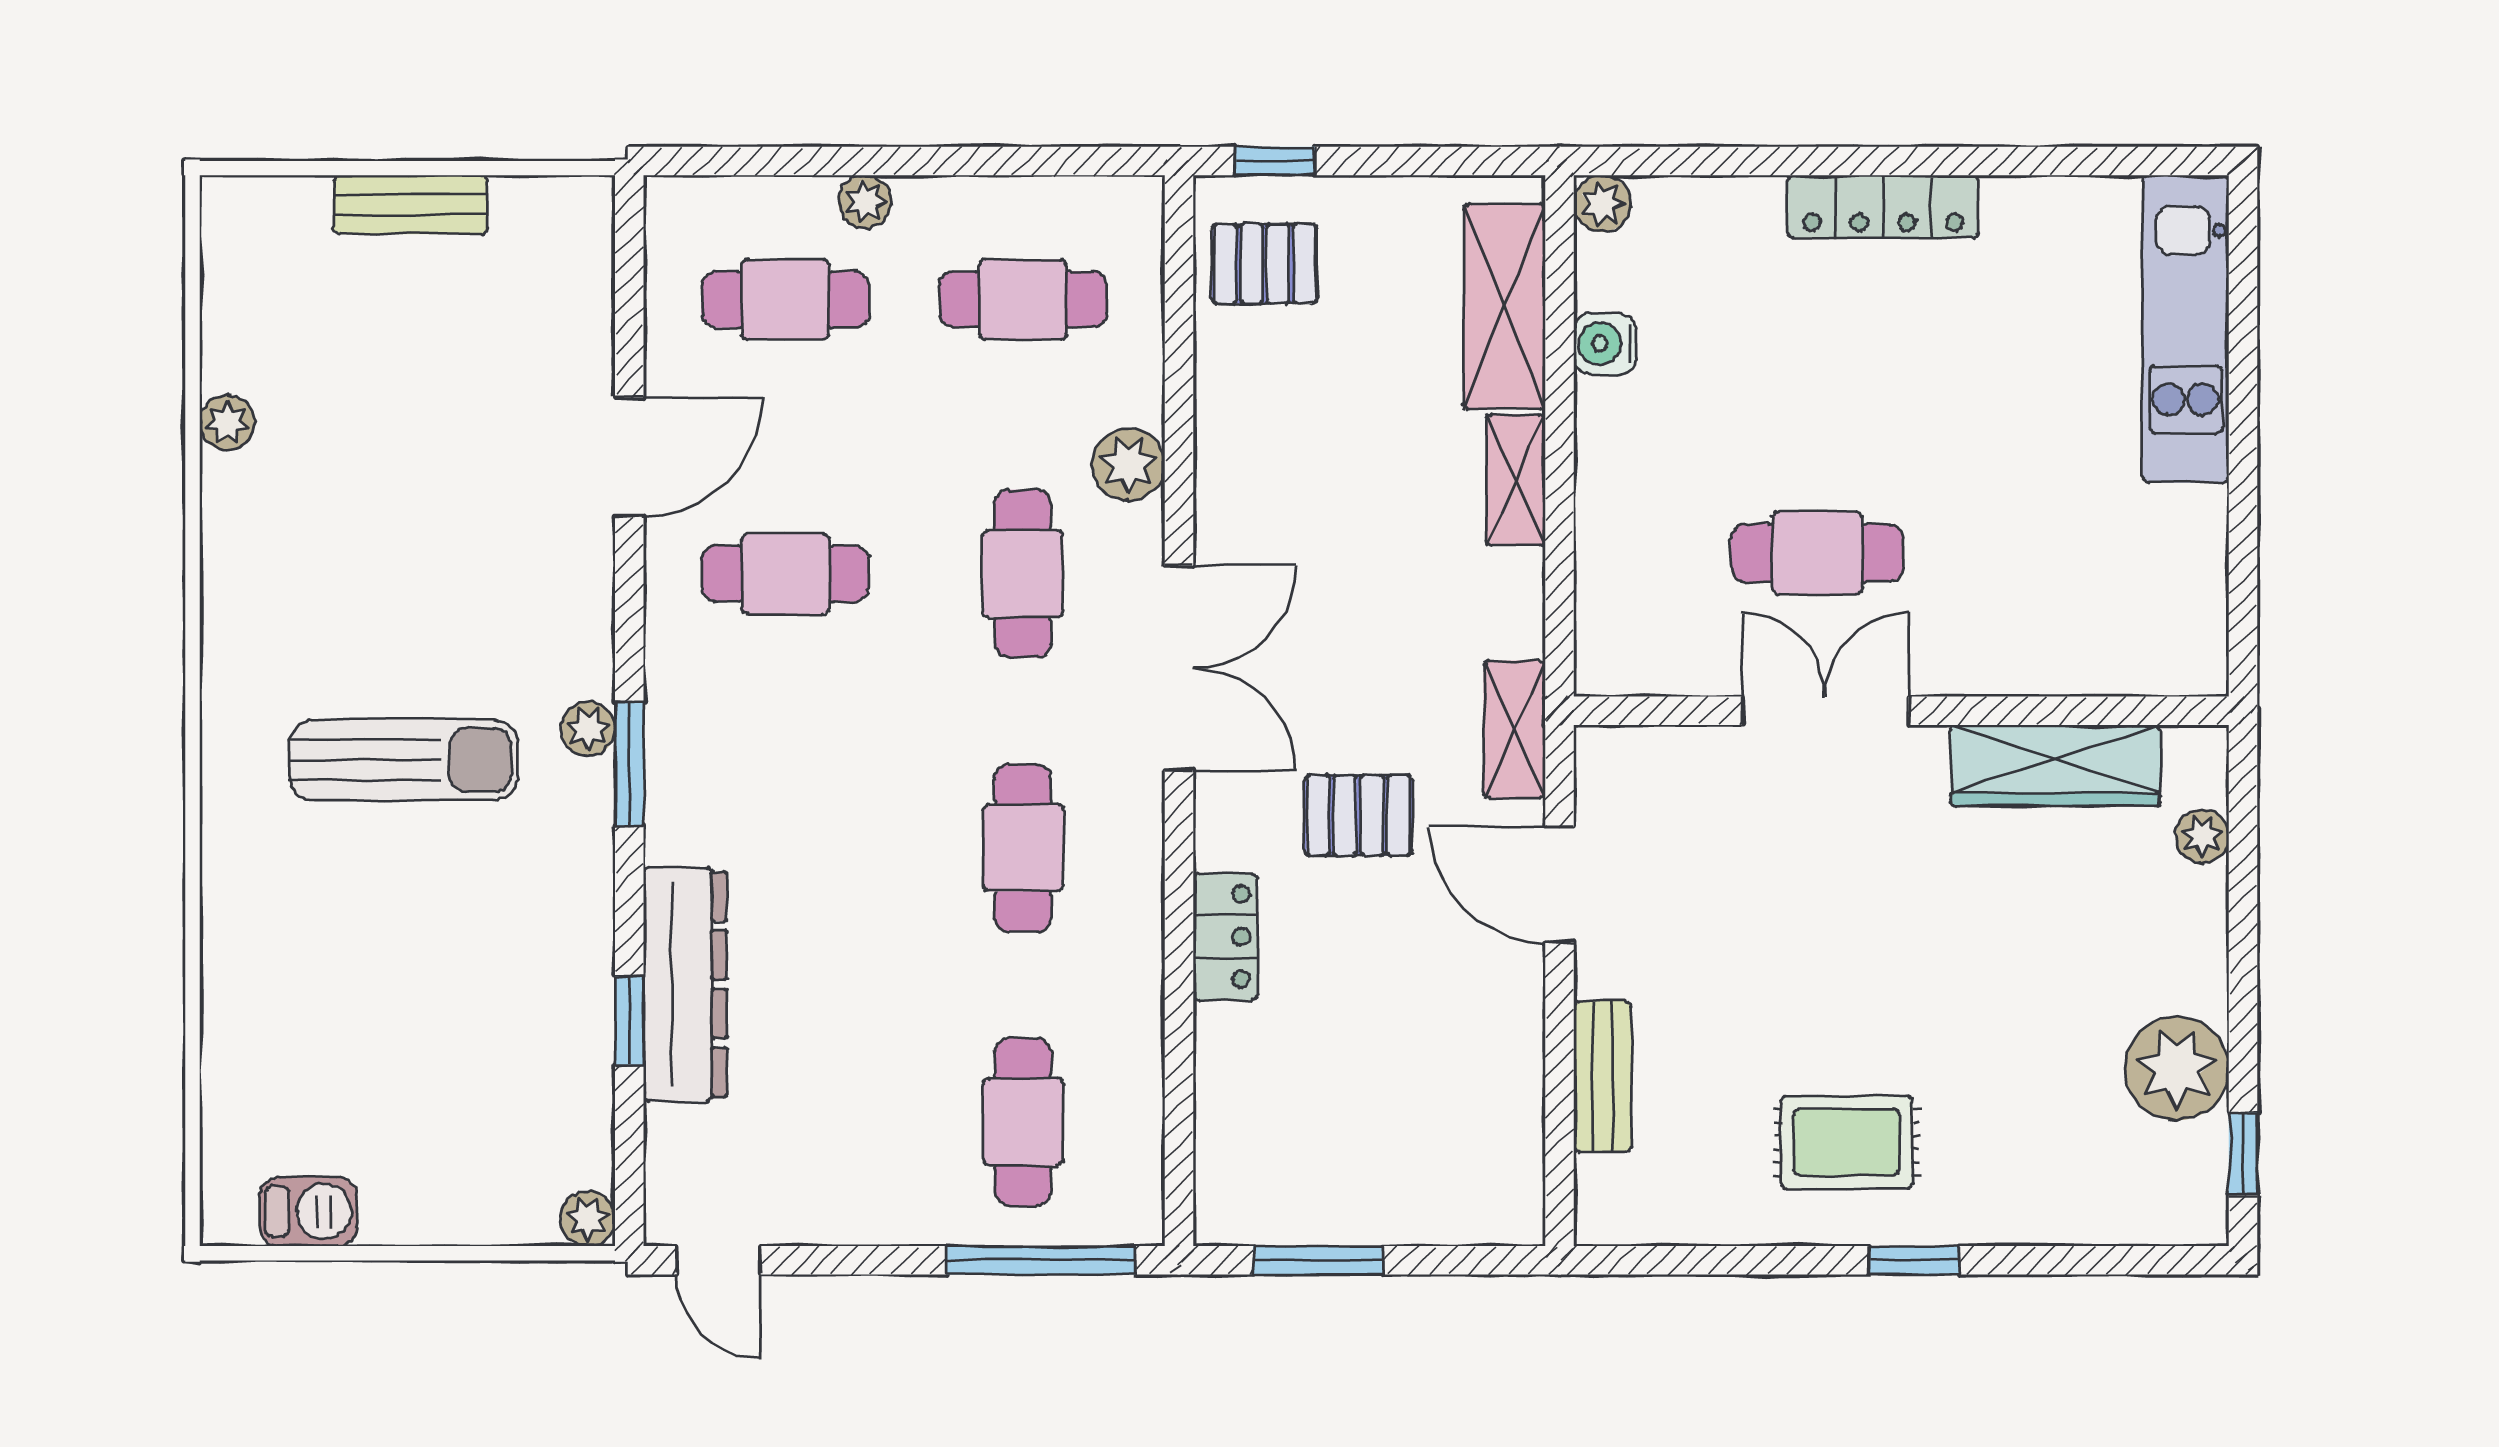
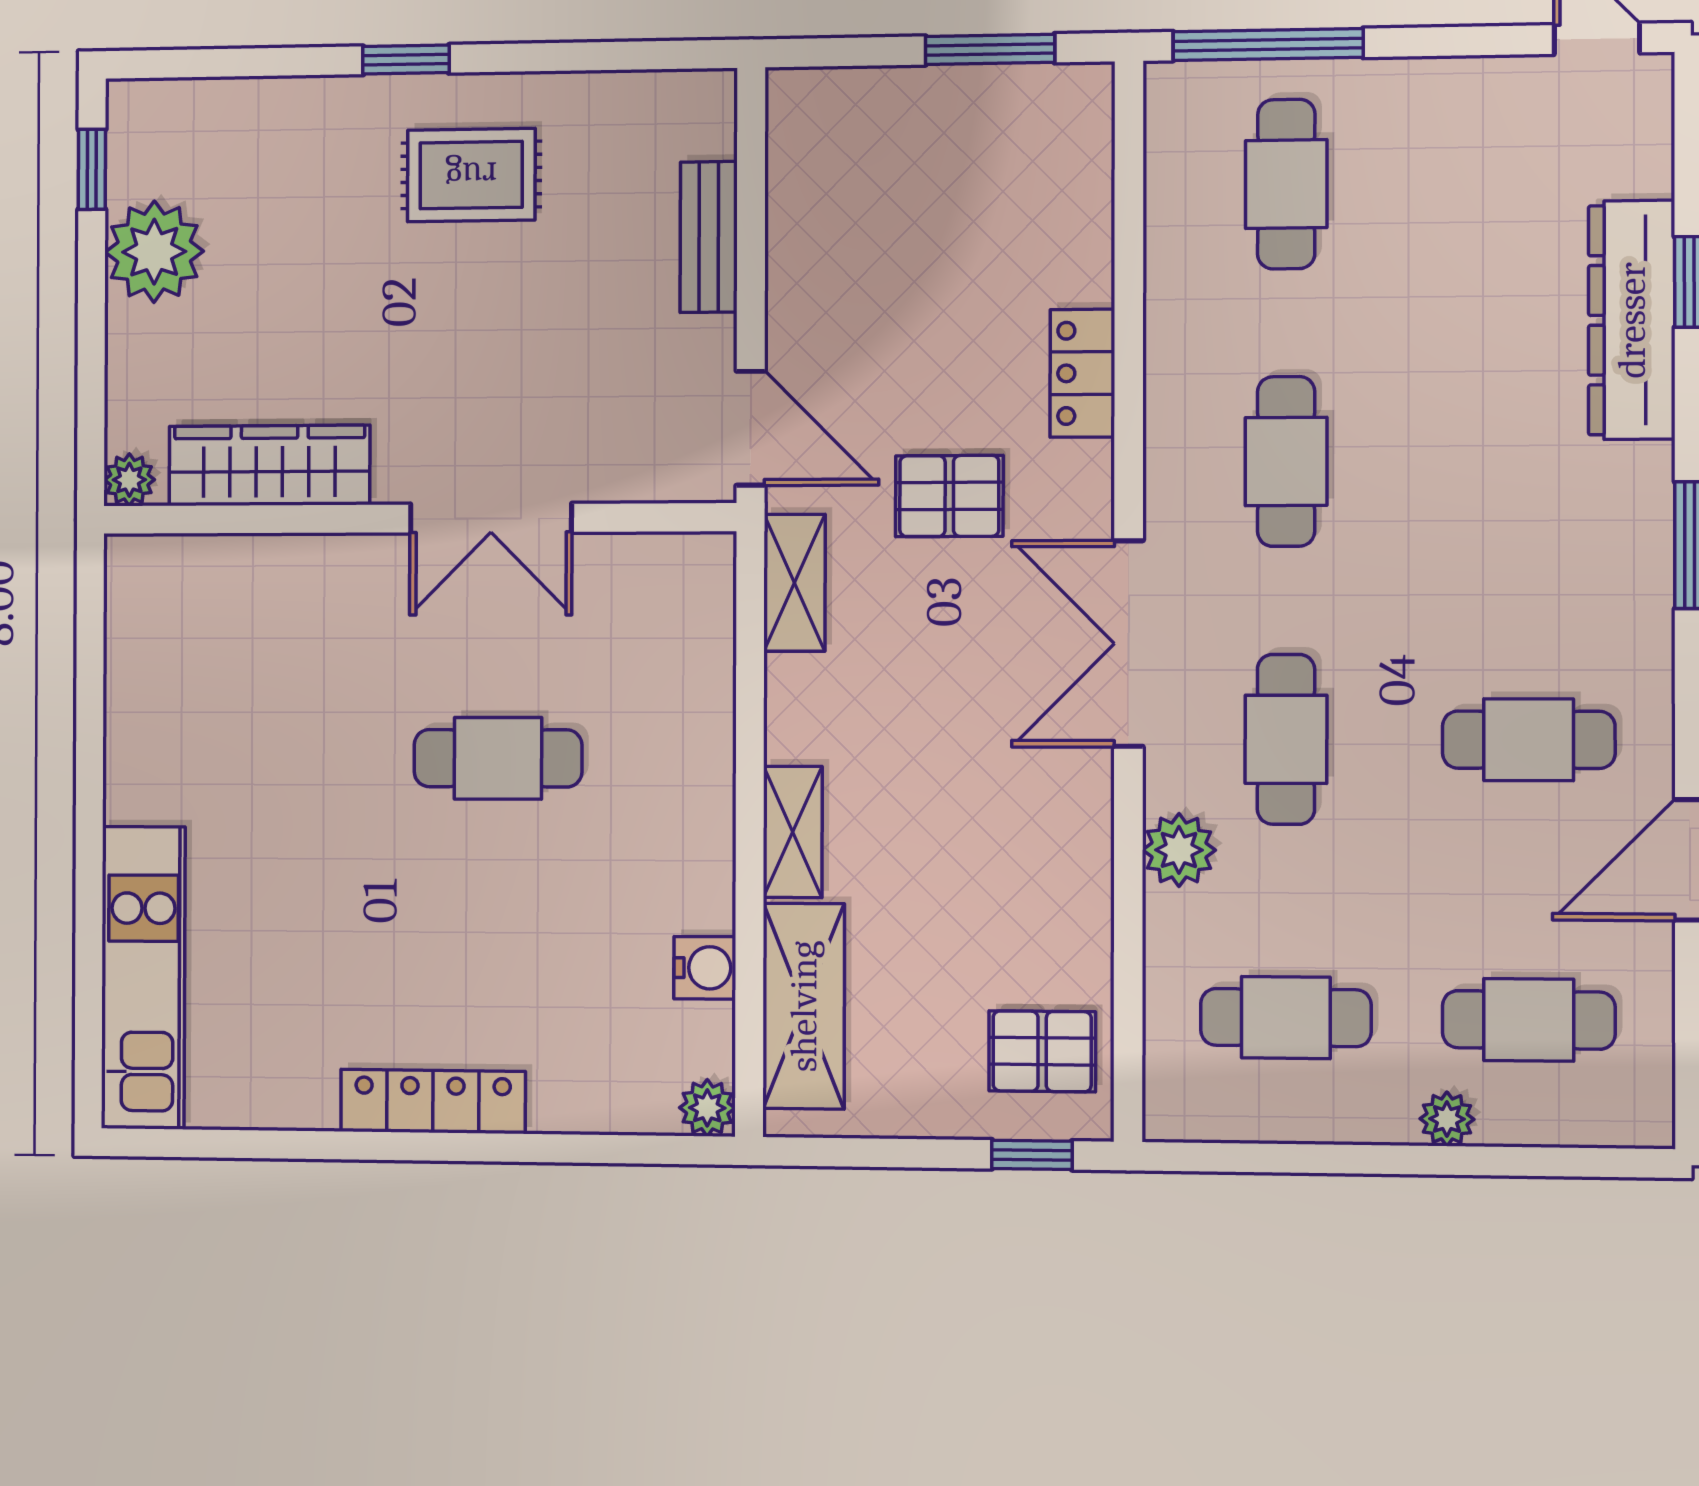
double door: (1825, 711) -> (491, 518), moved
wall: (1901, 711) -> (417, 518), moved
wardrobe: (2055, 765) -> (269, 465), moved

